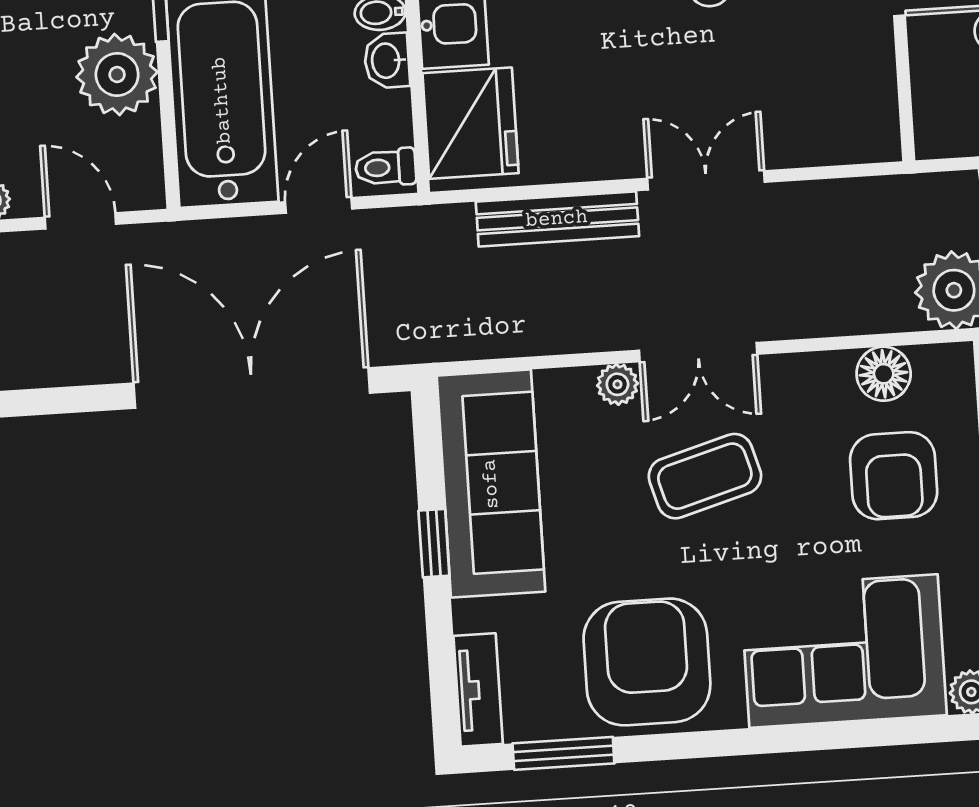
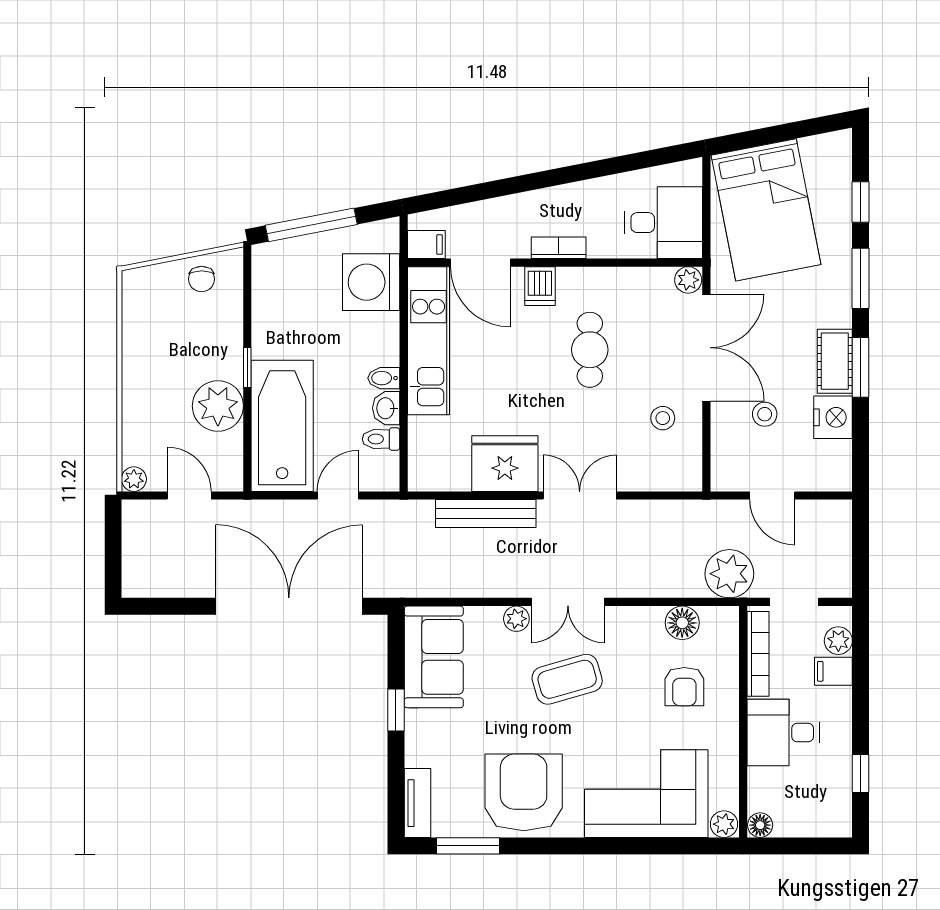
stool: (831, 48) -> (663, 418), added
fridge: (471, 123) -> (505, 464), moved, turned -90
toilet: (386, 167) -> (381, 439), moved
armchair: (894, 476) -> (684, 687), width x0.72, depth x0.72
sofa: (491, 484) -> (434, 657), width x0.73

